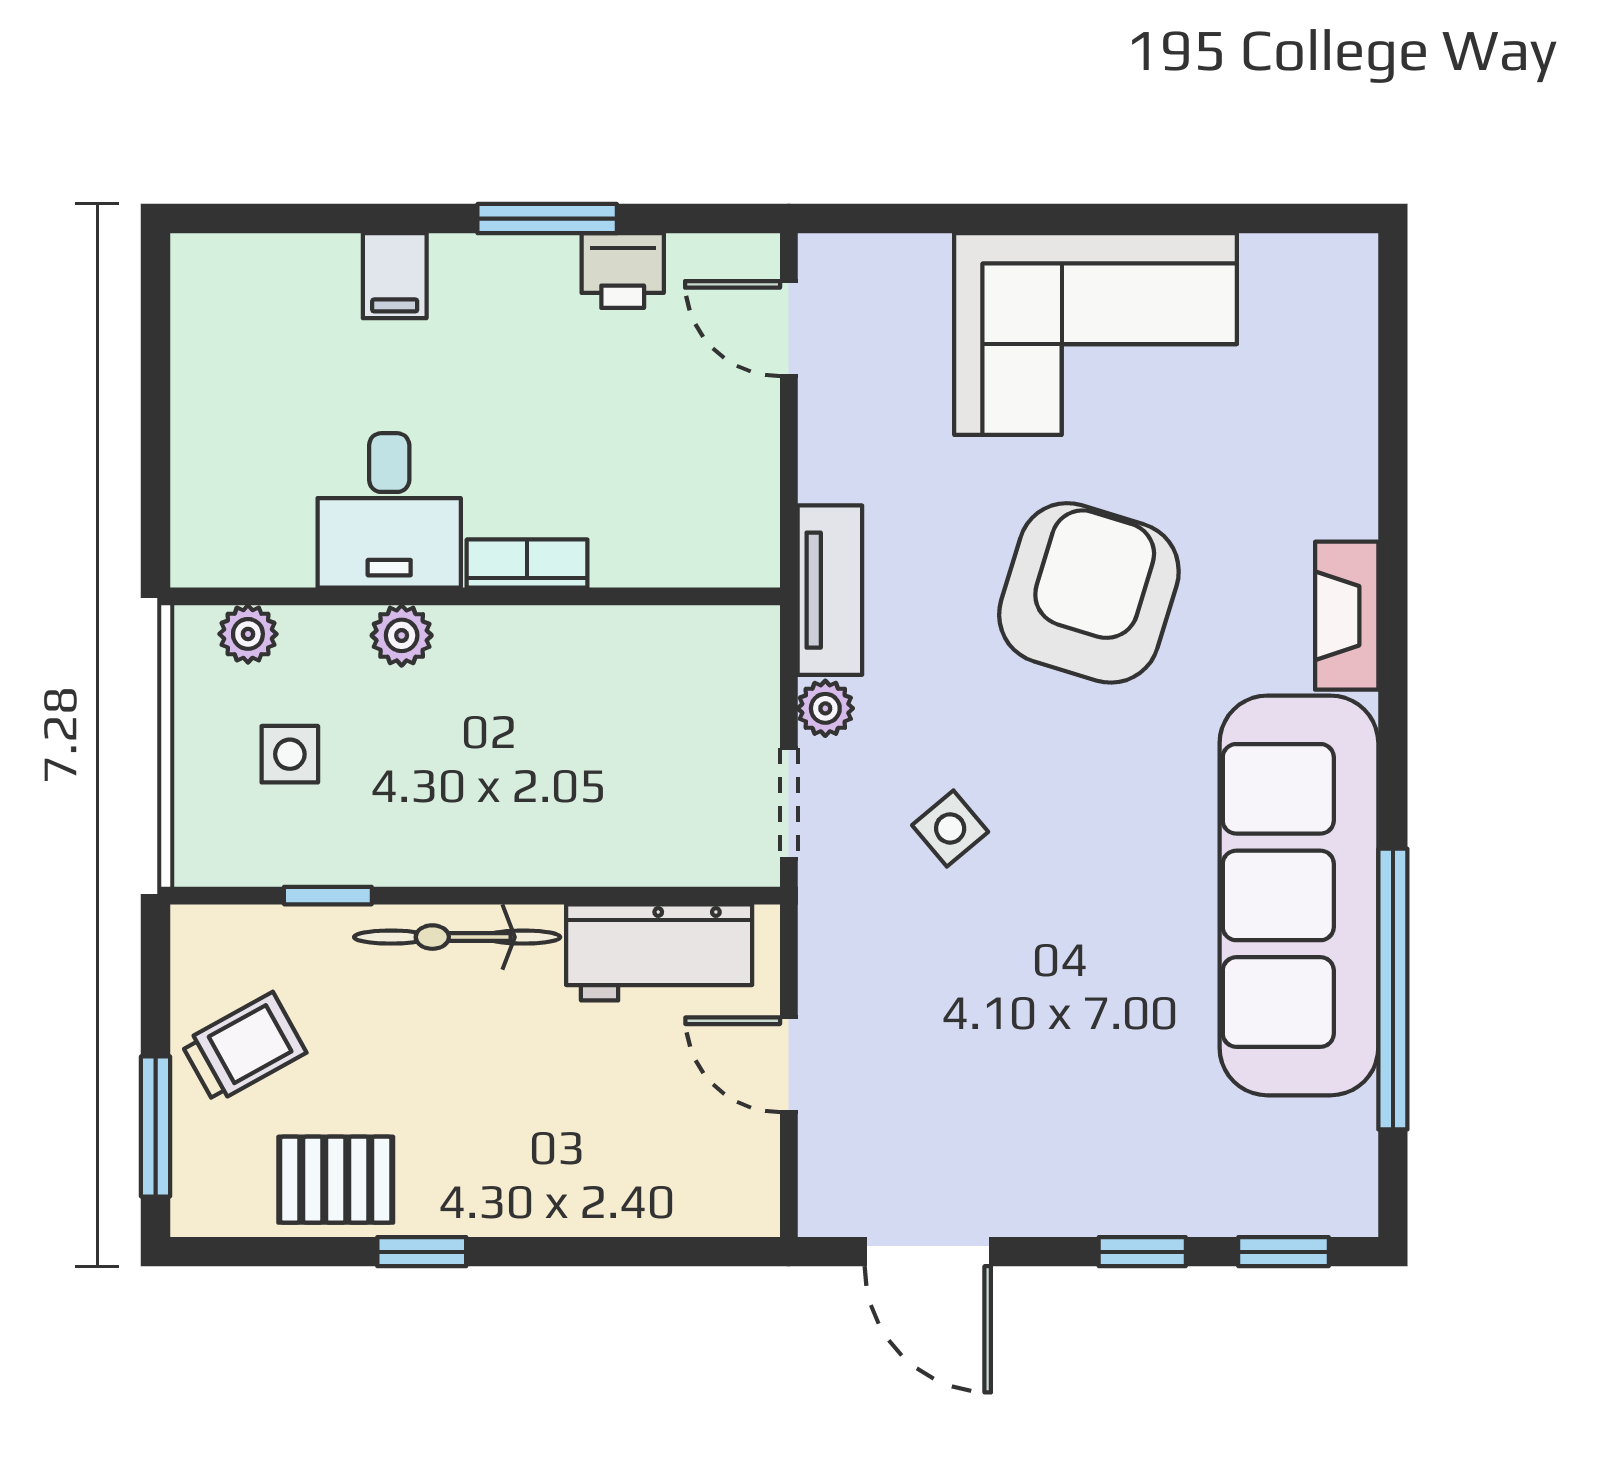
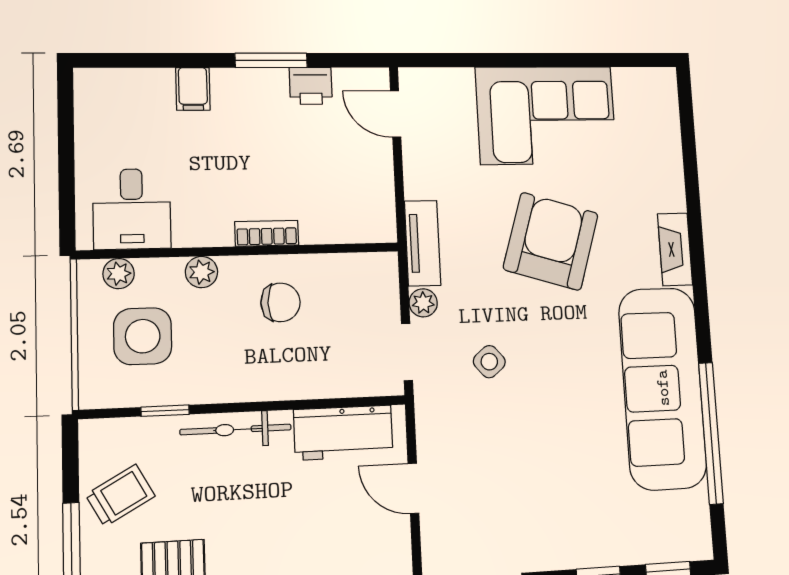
desk: (389, 510) -> (132, 209), moved
chair: (549, 699) -> (280, 302), added
side table: (290, 754) -> (143, 336), width x1.87, depth x1.87

